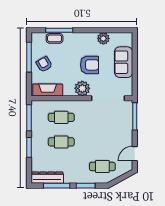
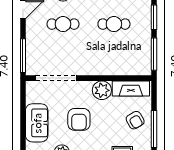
armchair: (90, 65) -> (79, 119), turned -90
plant: (82, 88) -> (102, 90), moved
cafe table: (61, 117) -> (63, 24), moved

